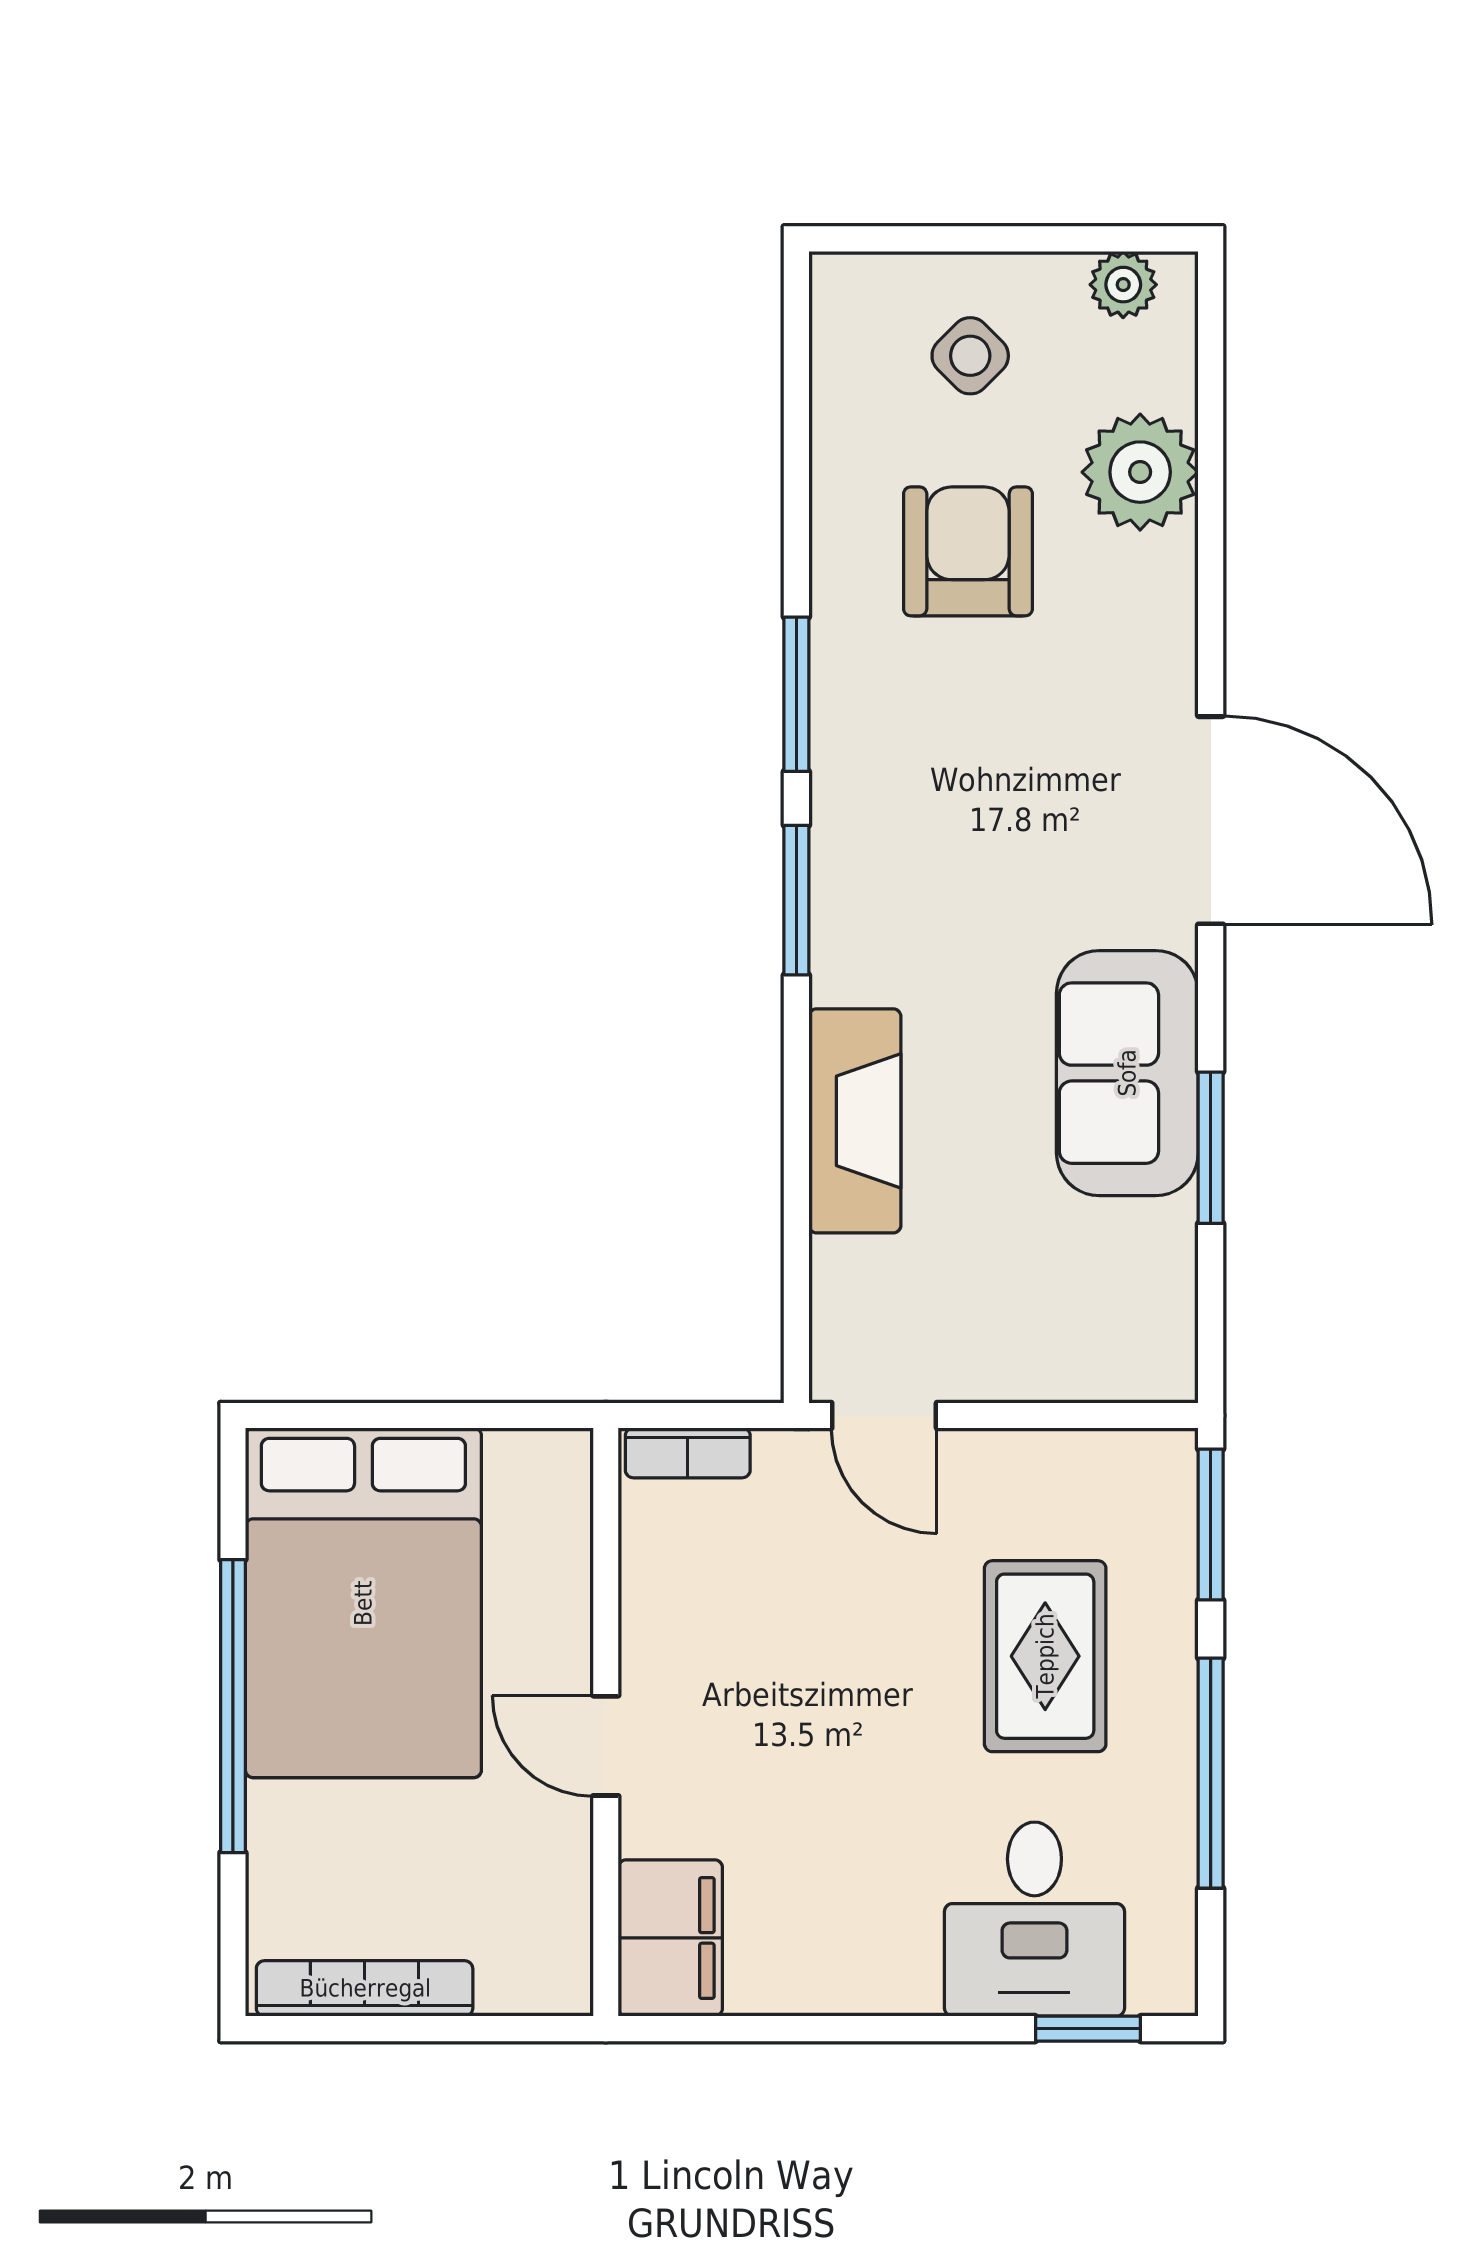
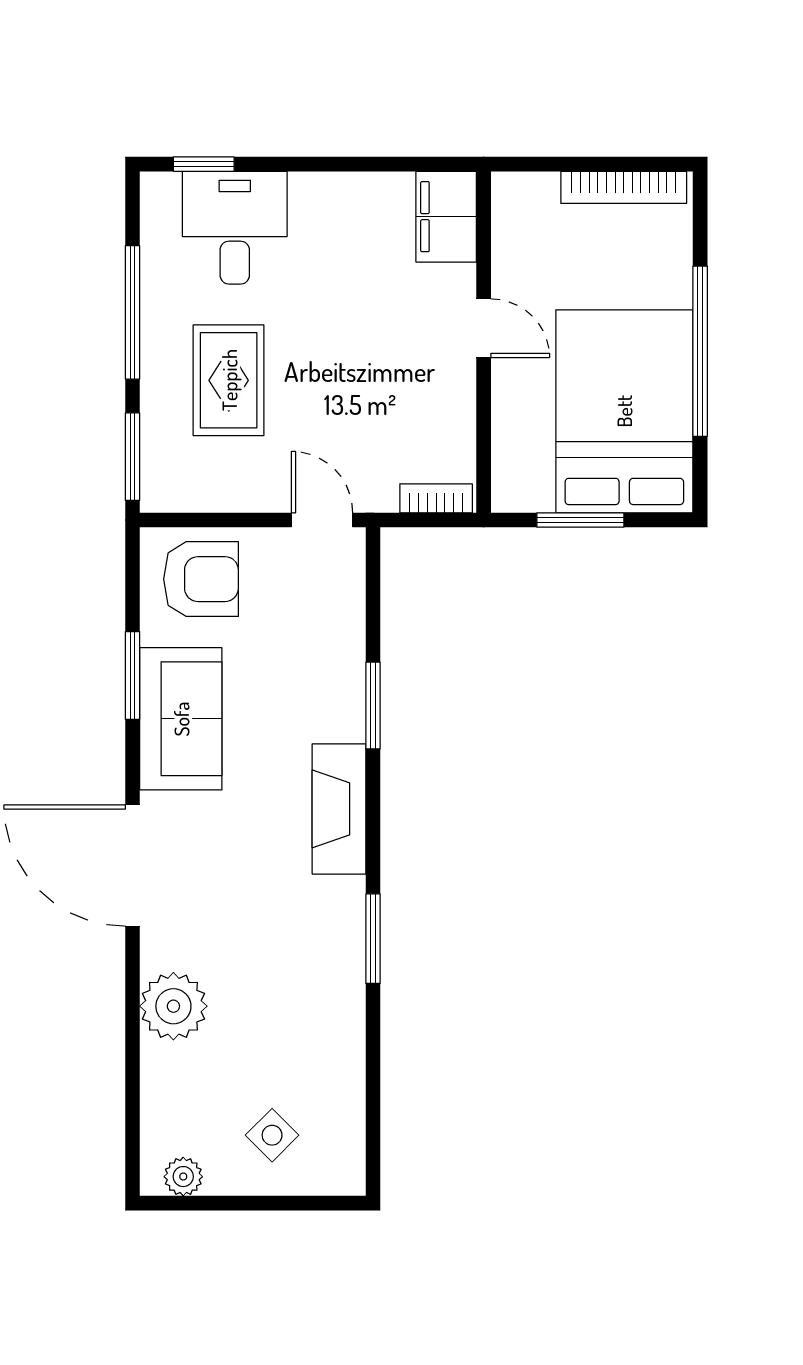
plant: (1140, 472) -> (173, 1006), moved
armchair: (968, 551) -> (201, 579), moved, turned -90
window: (796, 900) -> (373, 706), moved
fireplace: (855, 1121) -> (339, 809), moved
window: (439, 1415) -> (580, 520), added

